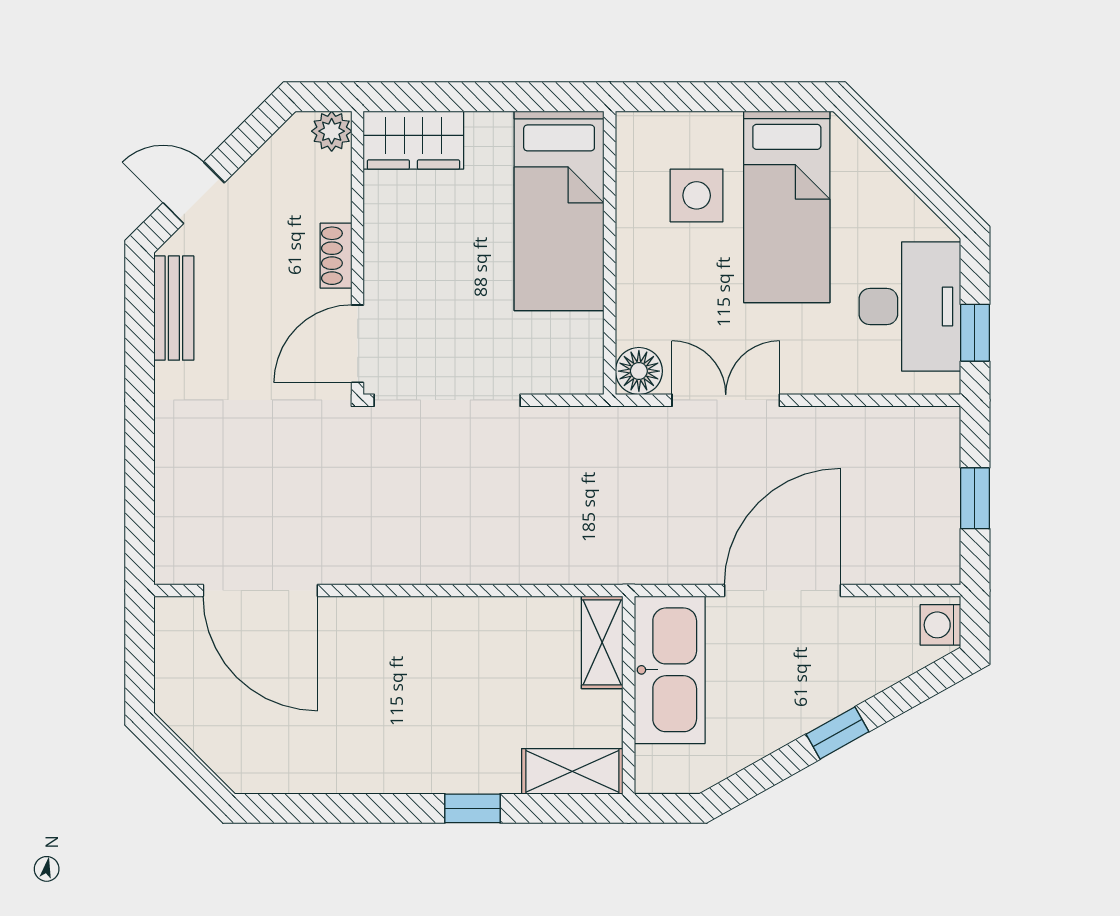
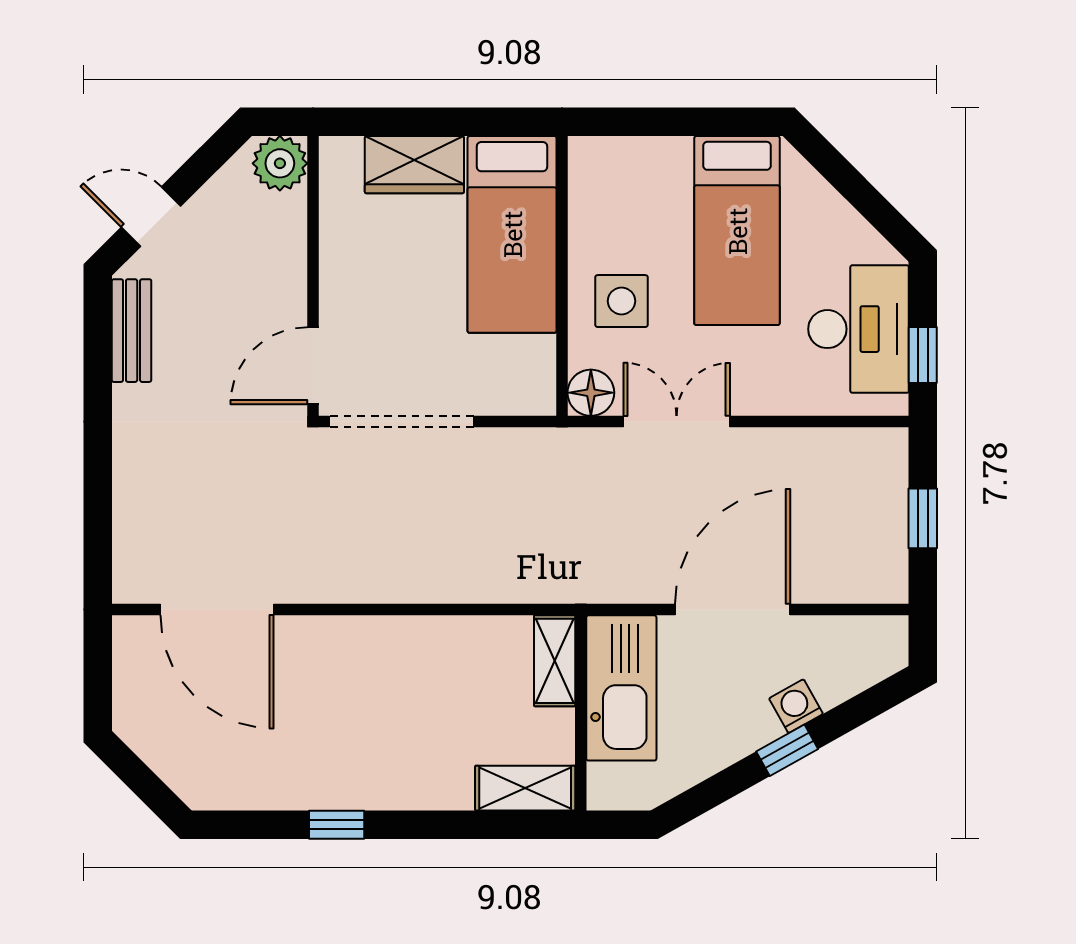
plant: (332, 131) -> (280, 163), width x1.38, depth x1.38
wardrobe: (413, 140) -> (414, 165), moved
side table: (697, 195) -> (621, 301), moved
shoe rack: (336, 256) -> (292, 279), removed
washing machine: (940, 625) -> (796, 706), moved, turned 61
window: (472, 808) -> (337, 825), moved

